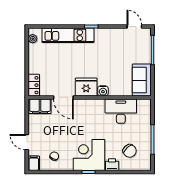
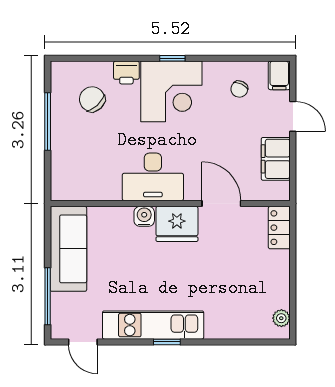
kitchen unit: (68, 35) -> (153, 325), moved
sofa: (142, 80) -> (68, 249), width x1.36
filing cabinet: (40, 106) -> (276, 159), moved, turned -90
desk: (121, 111) -> (153, 177), moved

